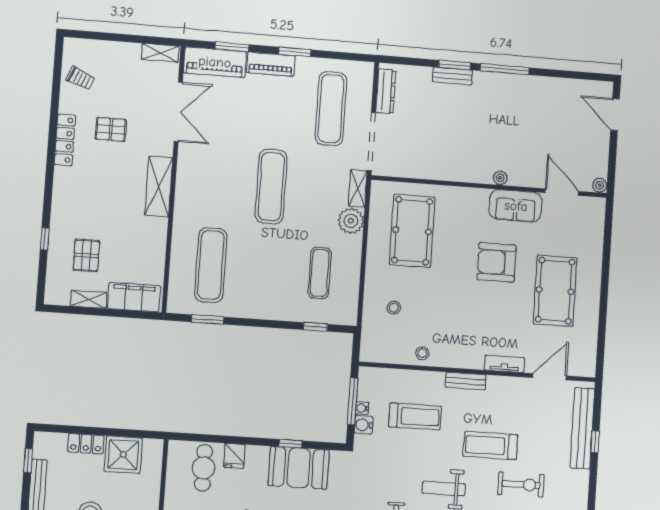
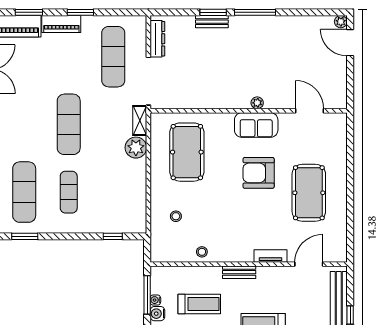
plant: (600, 185) -> (341, 22), moved
sofa: (516, 206) -> (256, 125), moved
exercise mat: (320, 273) -> (69, 192), moved

